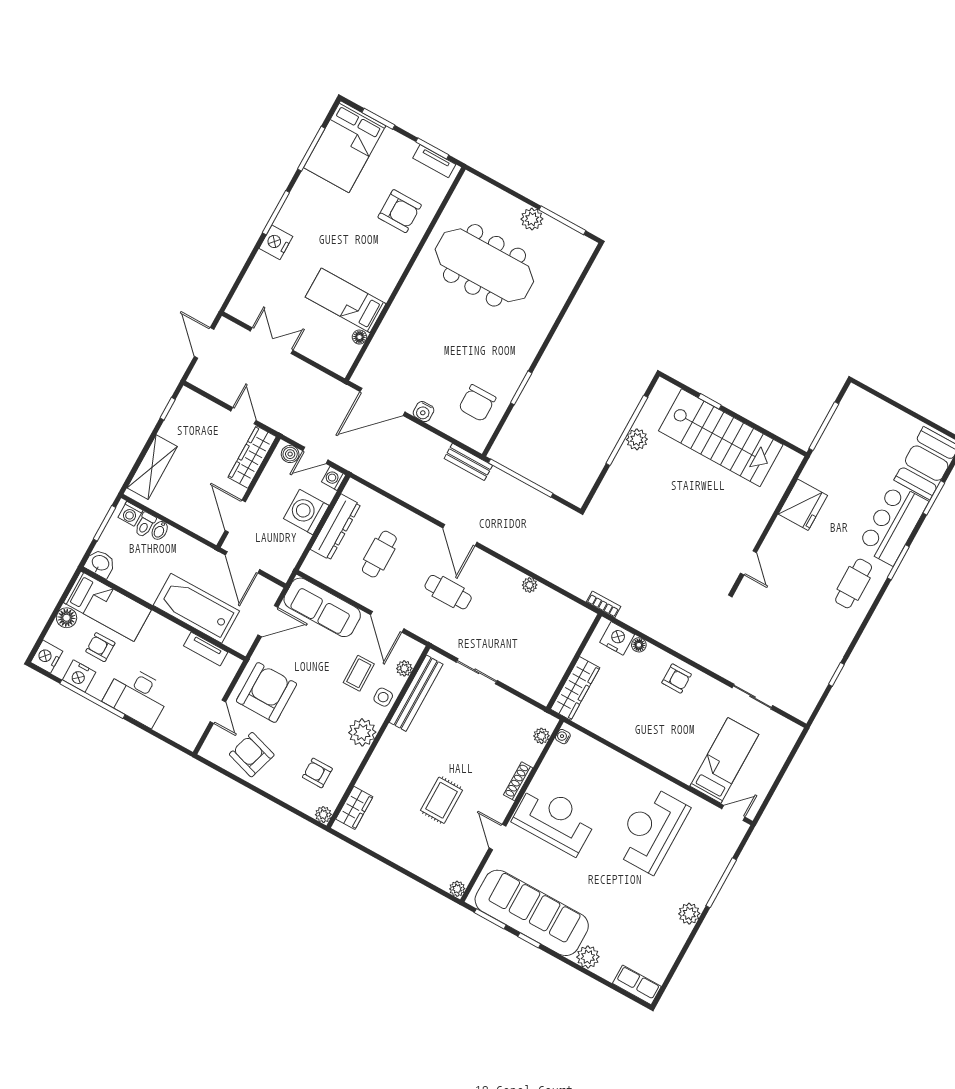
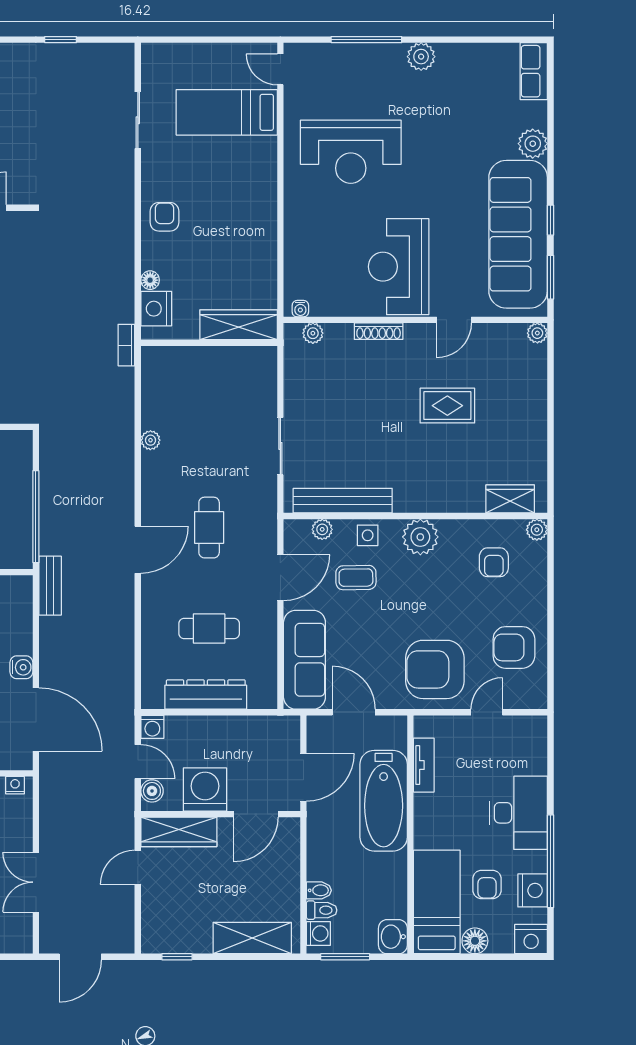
nightstand: (346, 363) -> (15, 785), added
washing machine: (306, 512) -> (205, 789), moved, turned 180
armchair: (252, 755) -> (514, 647), turned 73

